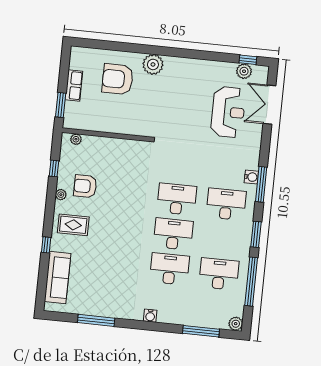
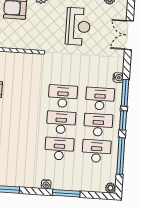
double door: (269, 105) -> (129, 35), moved
reception desk: (228, 112) -> (78, 26), moved
window: (261, 184) -> (125, 93), moved
desk: (222, 239) -> (98, 125), added
window: (201, 331) -> (66, 193), moved

